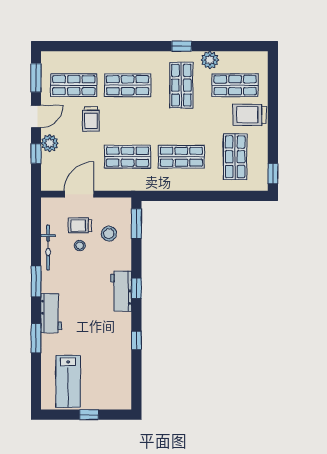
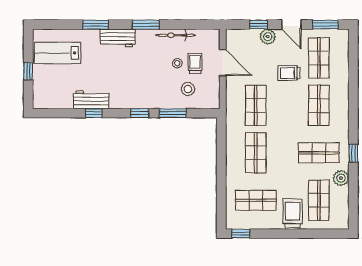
window: (136, 224) -> (173, 113), moved
workbench: (121, 291) -> (91, 100), moved

